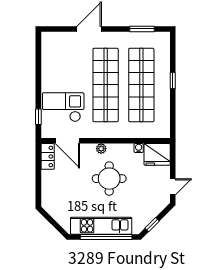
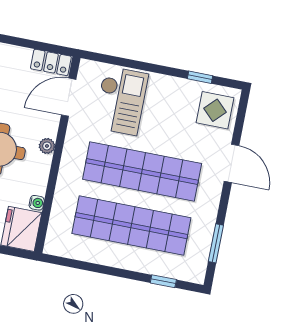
display table: (57, 46) -> (215, 110), added
window: (173, 80) -> (163, 281), moved
window: (38, 117) -> (200, 77), moved

